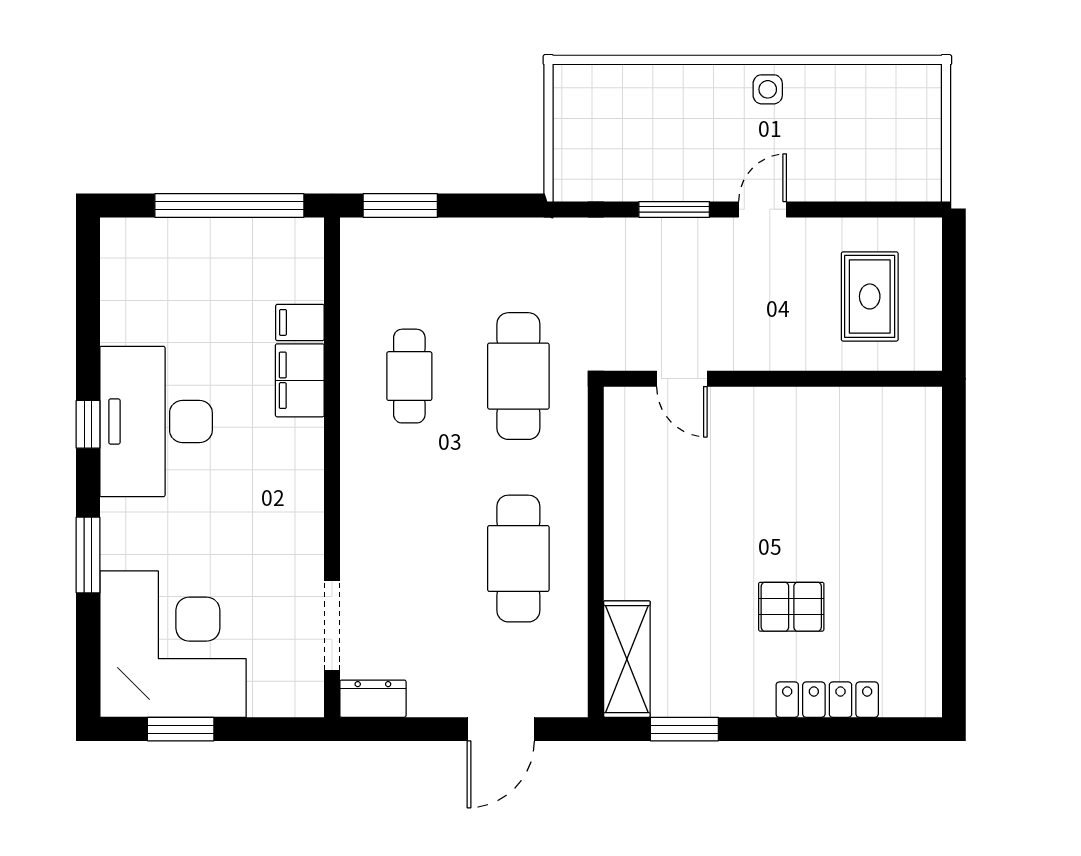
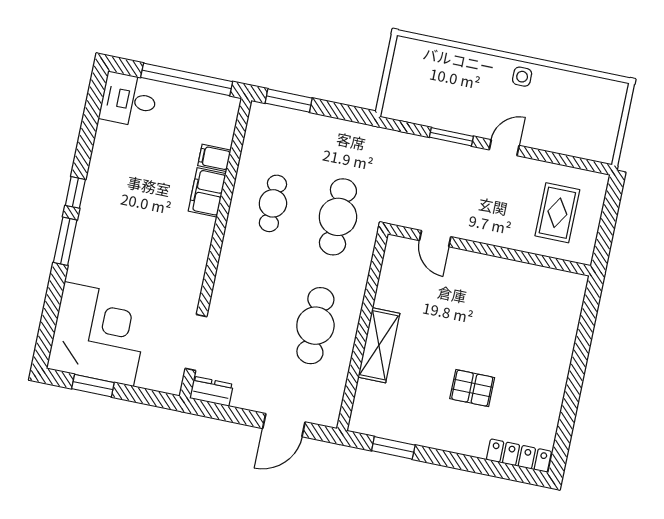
desk: (156, 421) -> (129, 100), moved, width x0.53, depth x0.77
window: (88, 555) -> (65, 241), moved
shelving: (627, 659) -> (379, 345), moved
locker: (827, 700) -> (519, 456), moved

